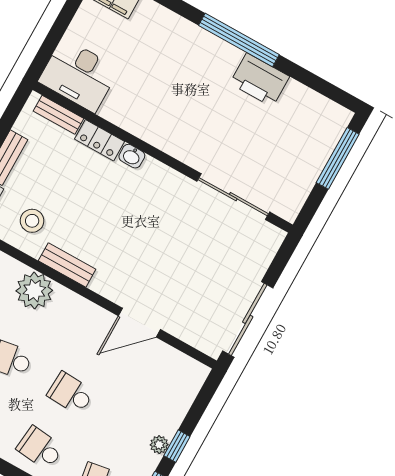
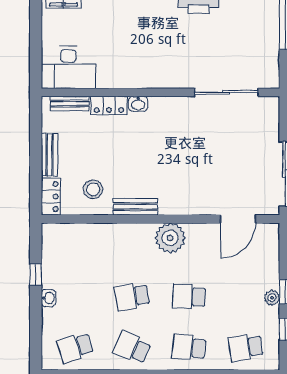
plant: (34, 291) -> (170, 238), moved
door: (139, 323) -> (238, 219), moved

